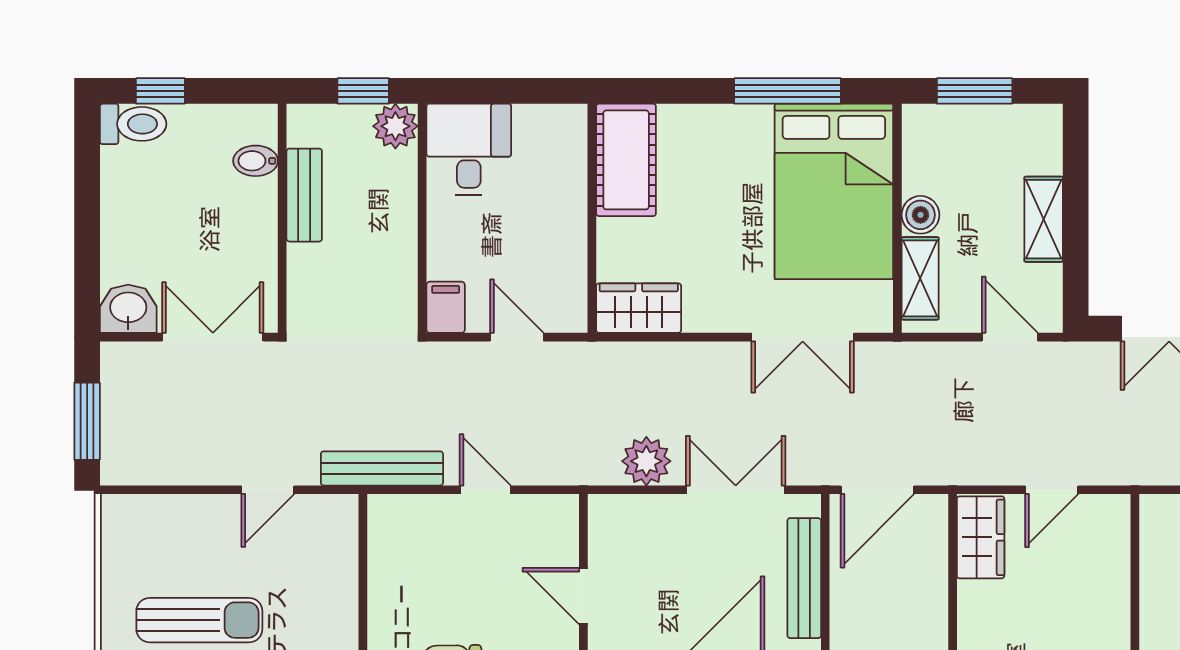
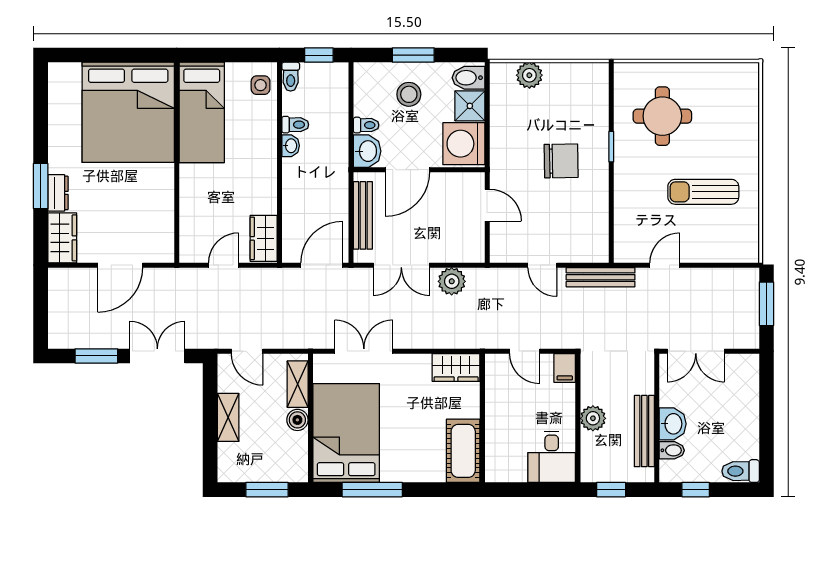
window: (160, 91) -> (696, 490), moved
plant: (395, 126) -> (593, 418), moved
bench: (304, 195) -> (644, 431), width x1.36
washbasin: (128, 309) -> (673, 424), moved, turned -90

